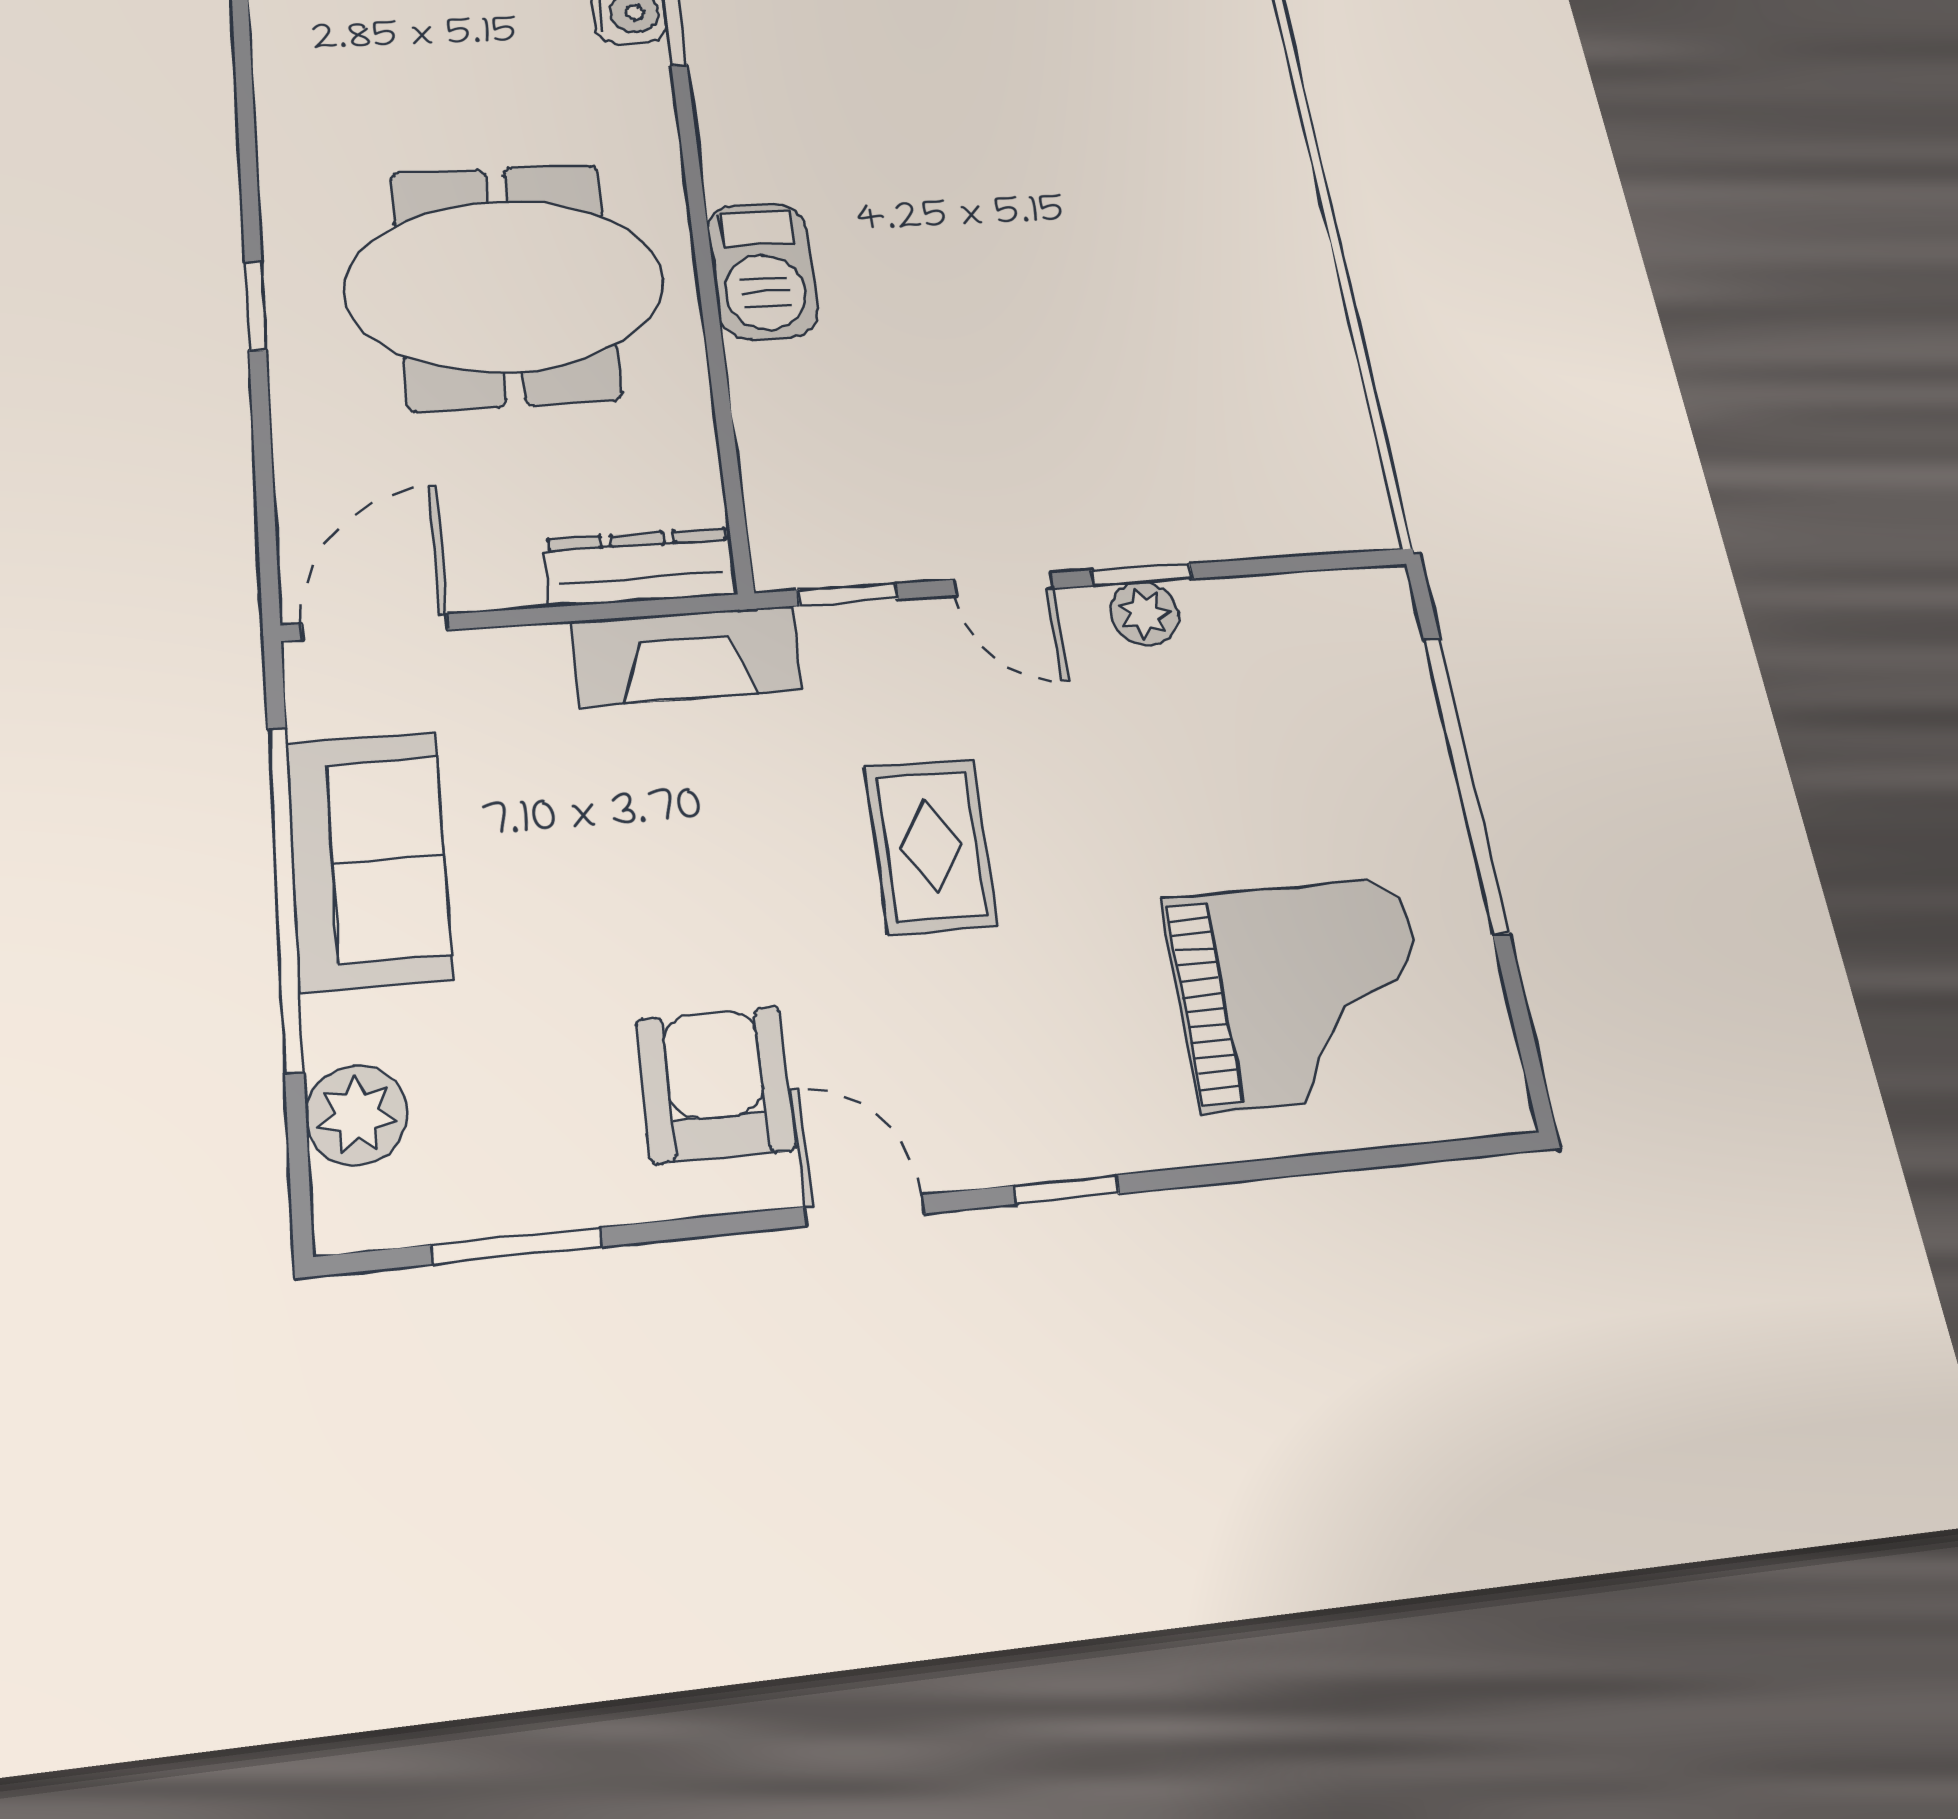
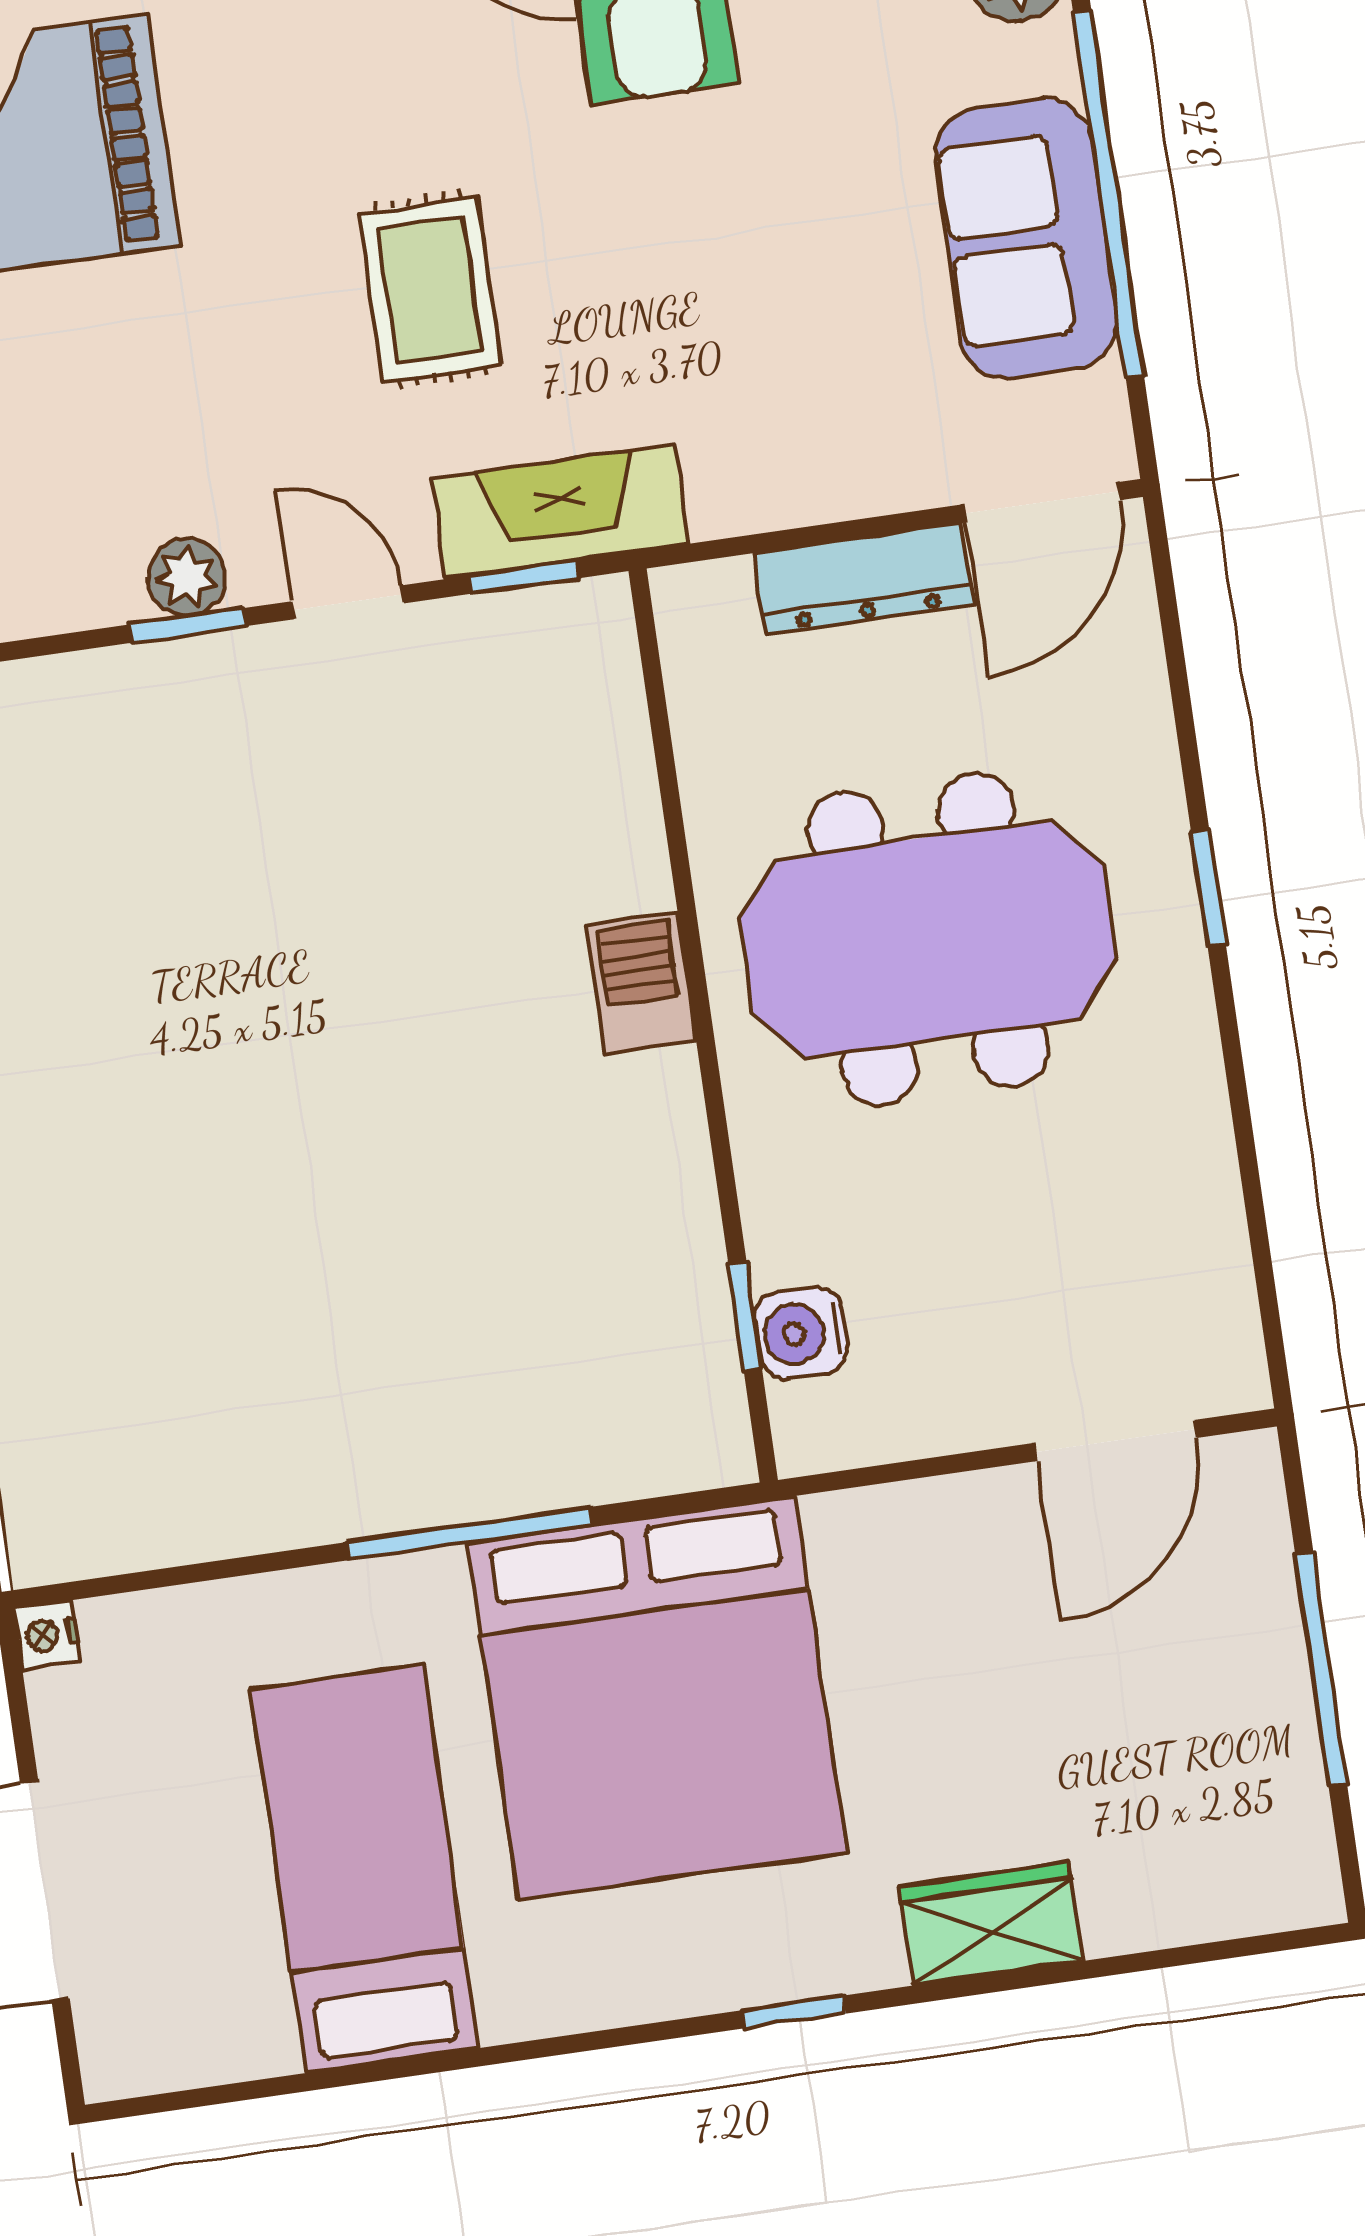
barbecue: (763, 271) -> (641, 982), width x0.73, depth x0.79
dresser: (640, 567) -> (863, 579), moved
fireplace: (687, 656) -> (560, 512), moved

